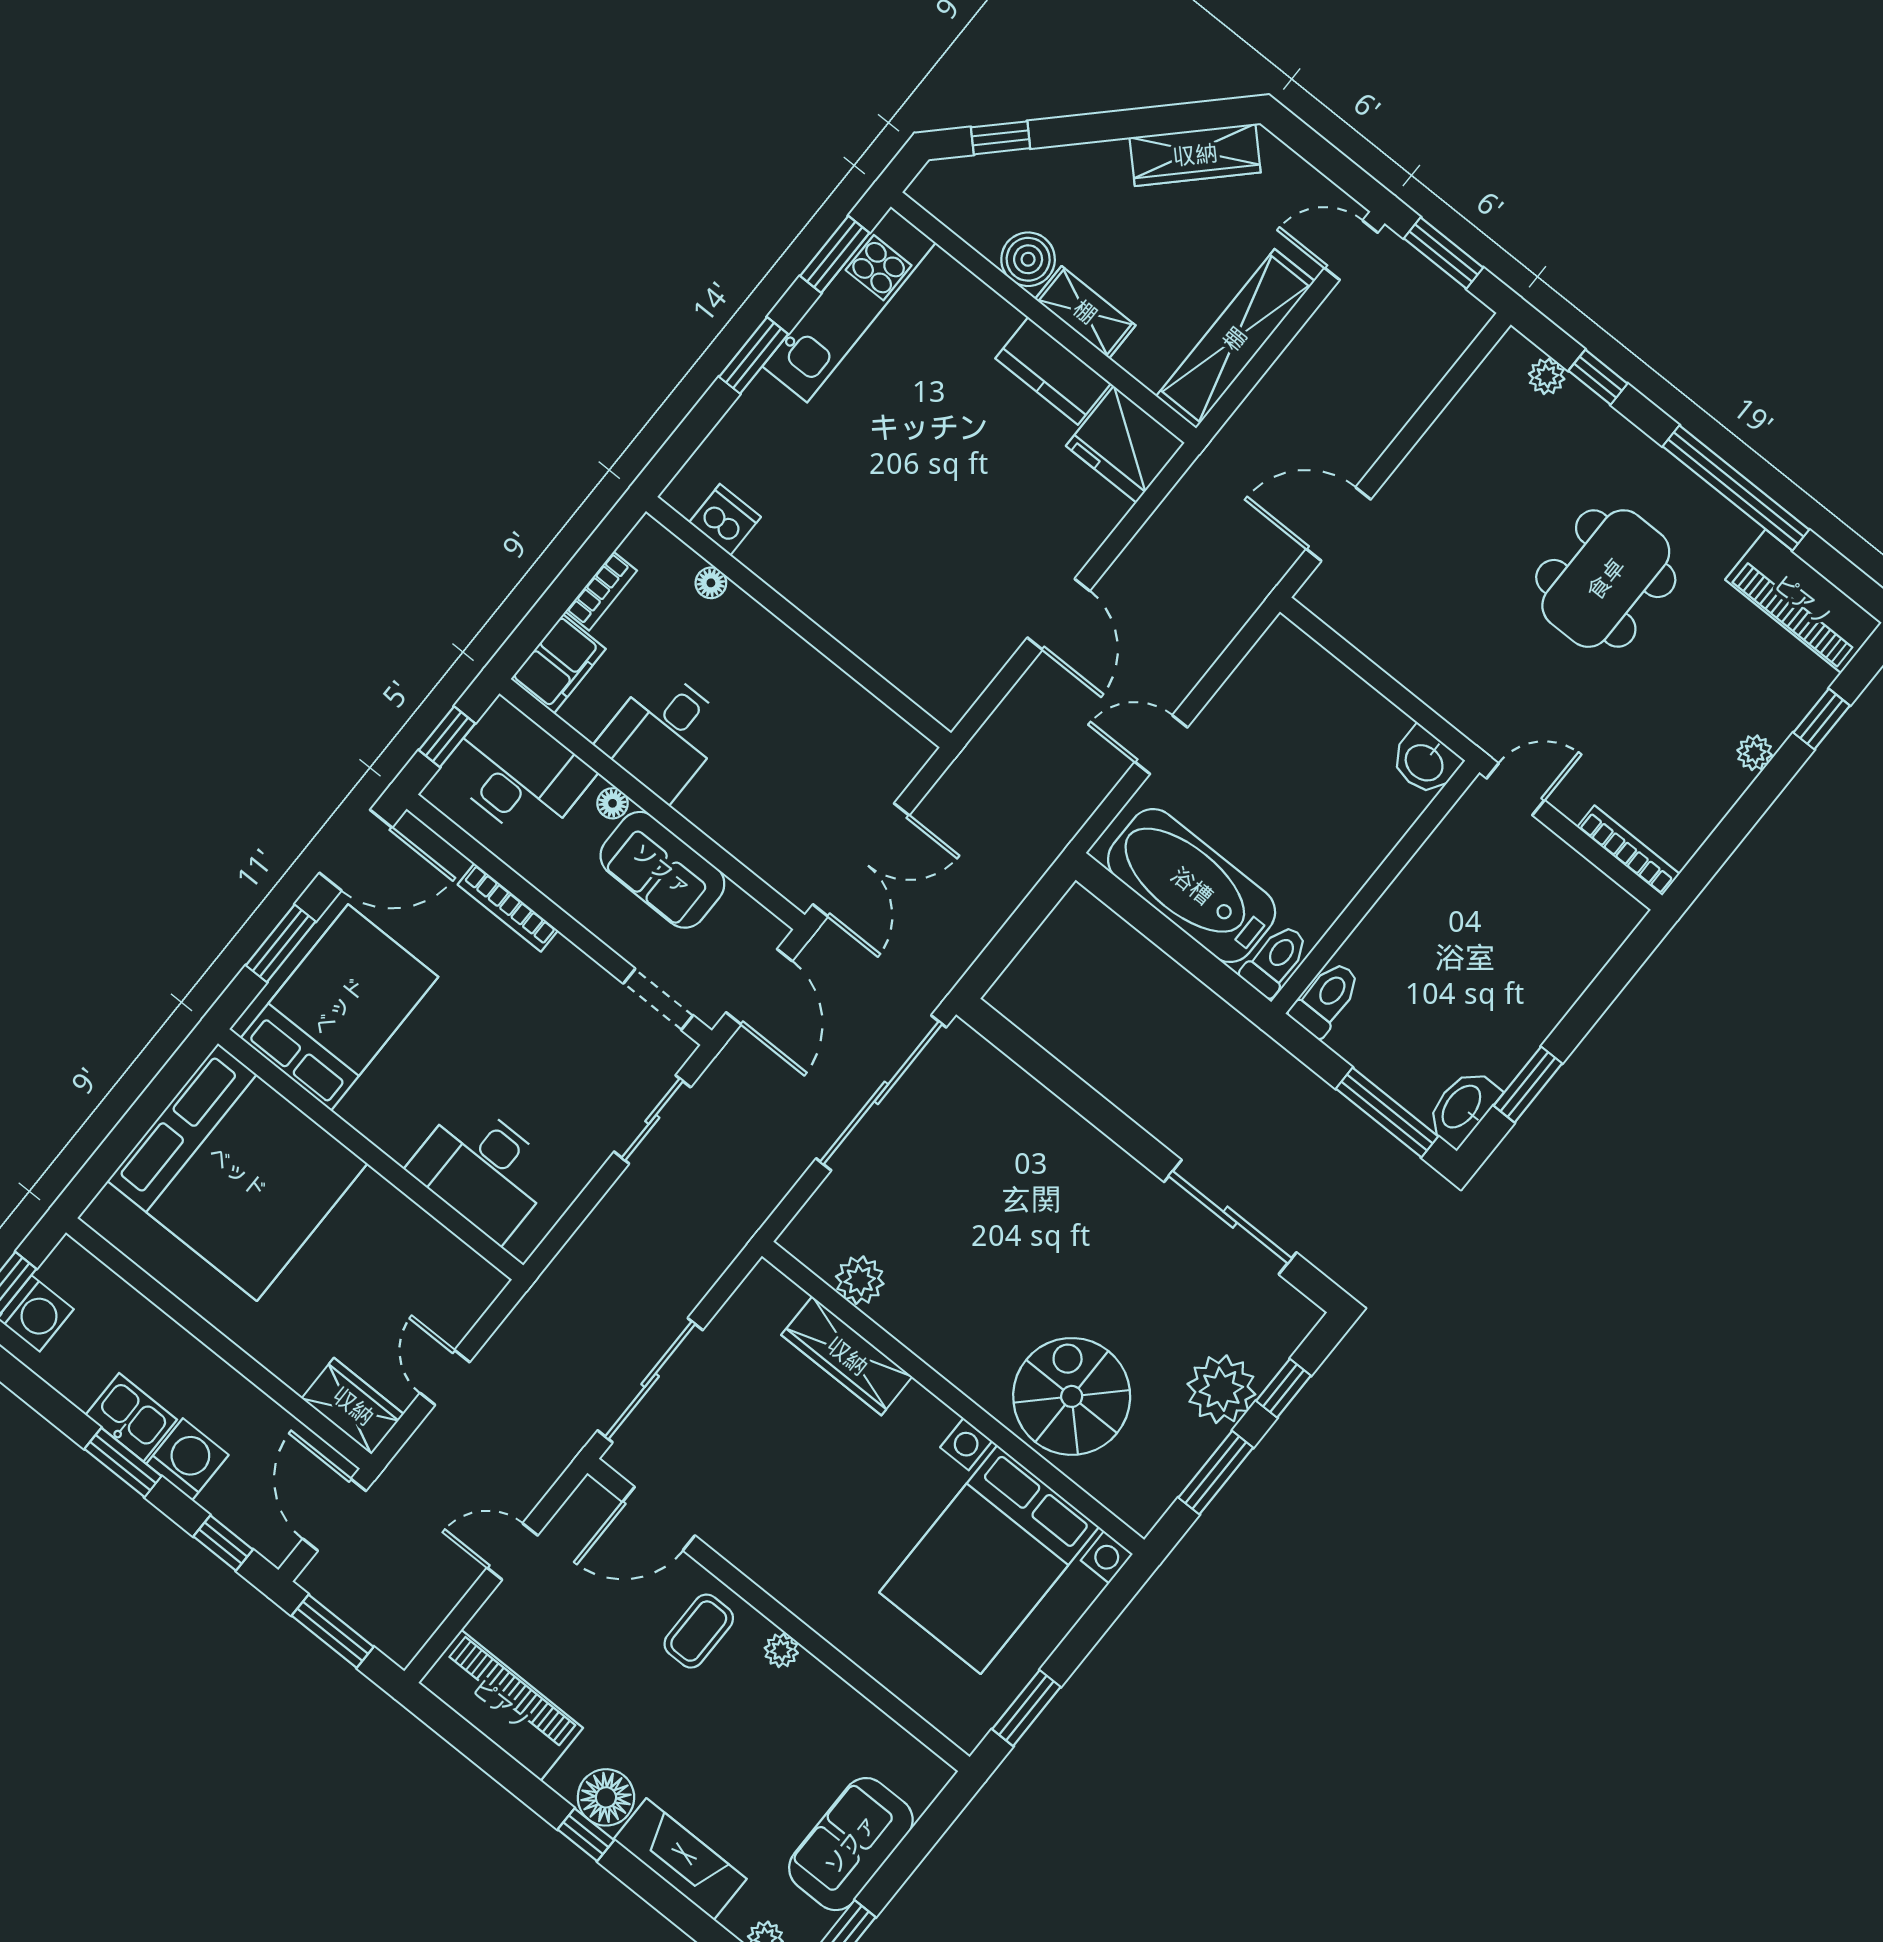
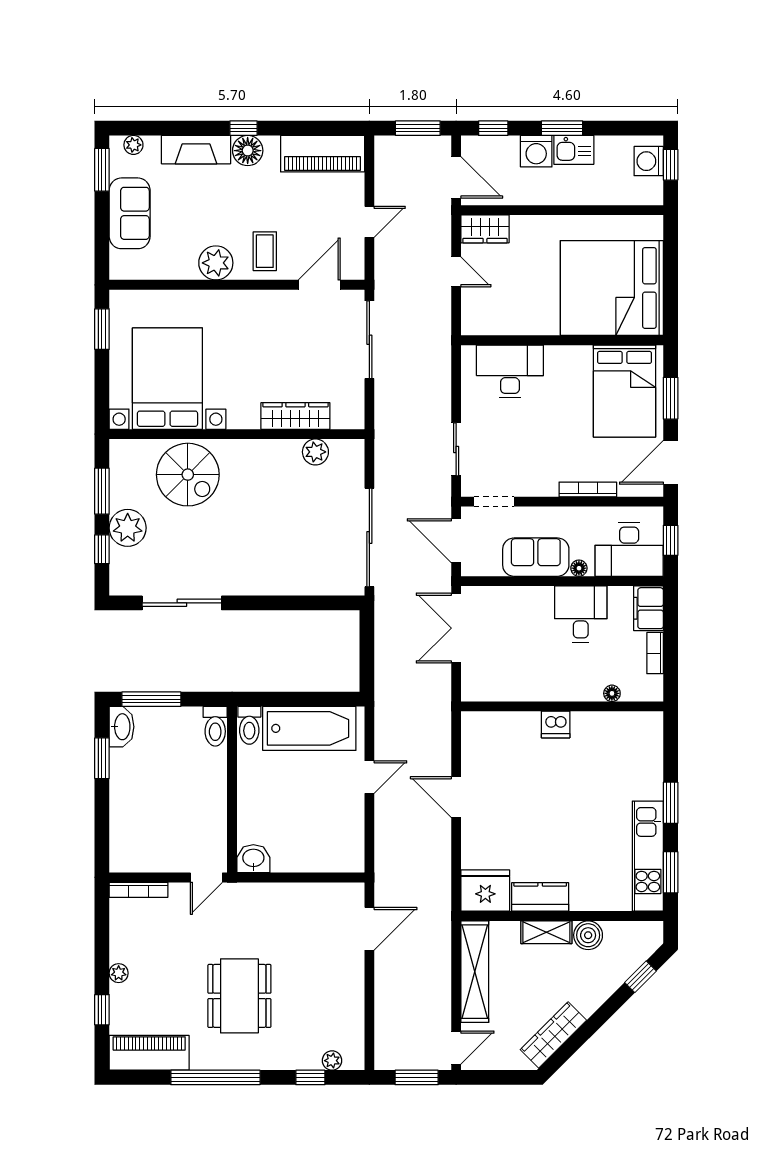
dishwasher: (725, 520) -> (556, 725), moved
plant: (781, 1650) -> (216, 263), width x1.88, depth x1.88

